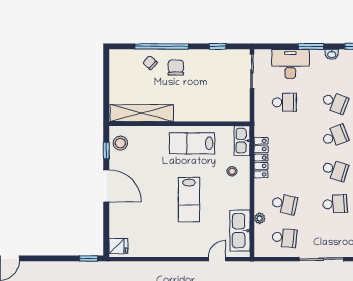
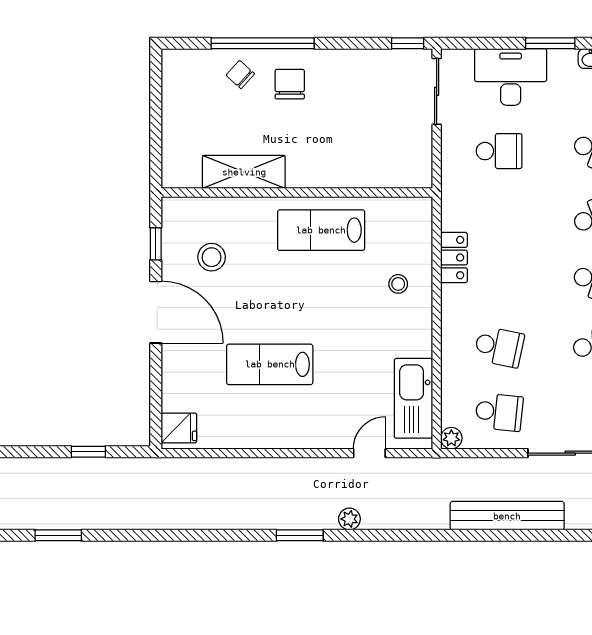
window: (218, 46) -> (408, 43), moved
shelving: (142, 113) -> (244, 172), width x0.68
kitchen sink: (242, 141) -> (418, 225), removed
stool: (120, 143) -> (212, 257), moved
locker: (261, 158) -> (454, 258), width x0.66
lab bench: (189, 200) -> (270, 364), moved, turned 90
plant: (260, 218) -> (451, 438), moved
window: (89, 258) -> (88, 452), moved

